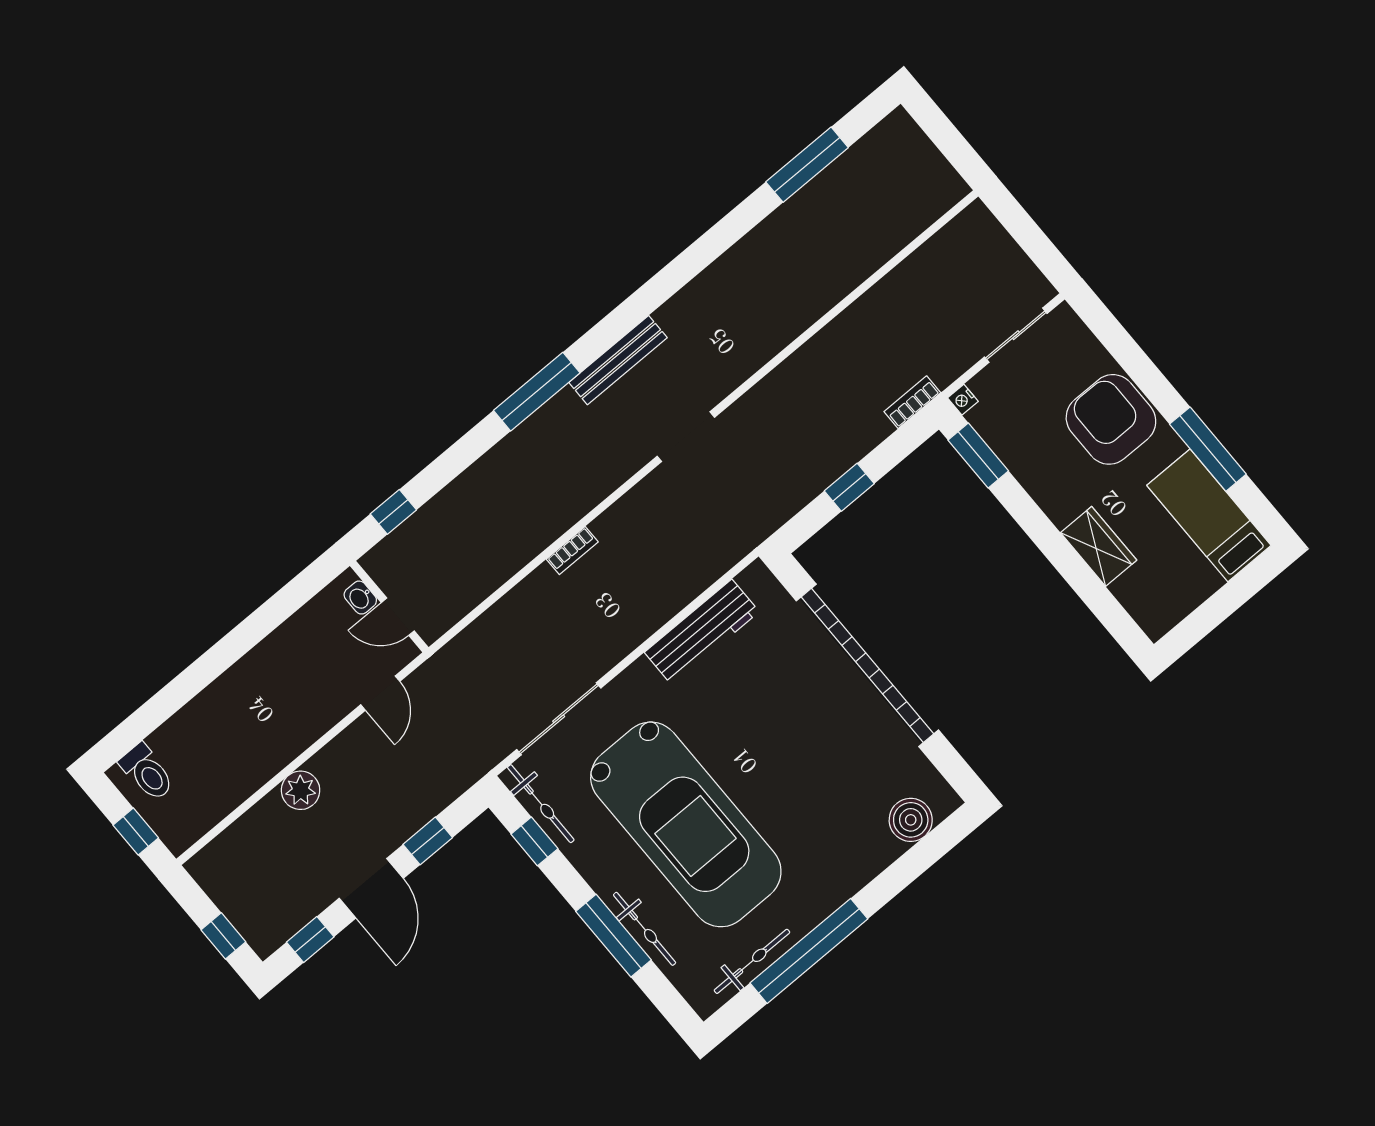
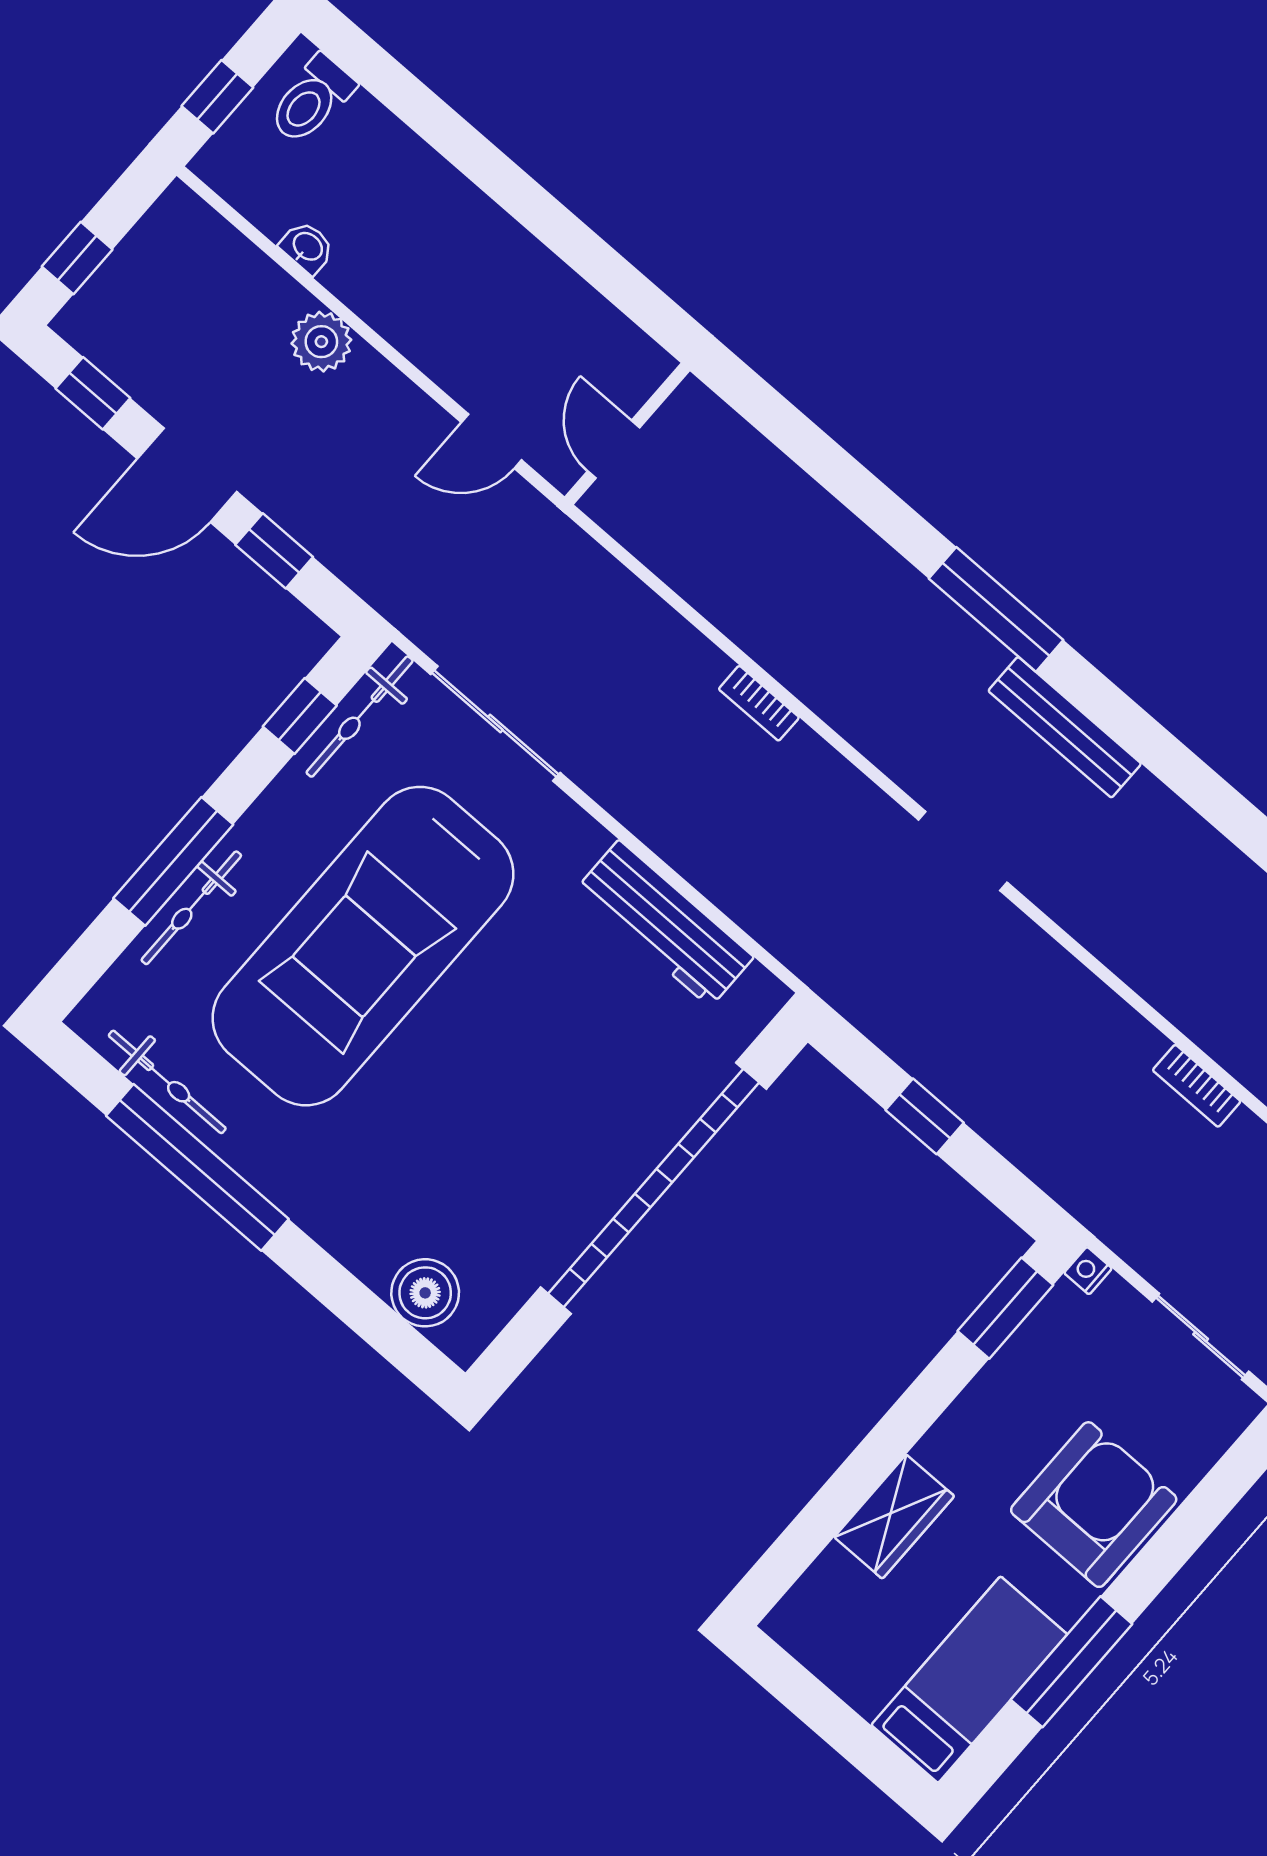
bookcase: (912, 402) -> (1197, 1086), moved, turned 180
window: (393, 512) -> (775, 417), removed
washbasin: (360, 598) -> (307, 247), moved, turned 90

